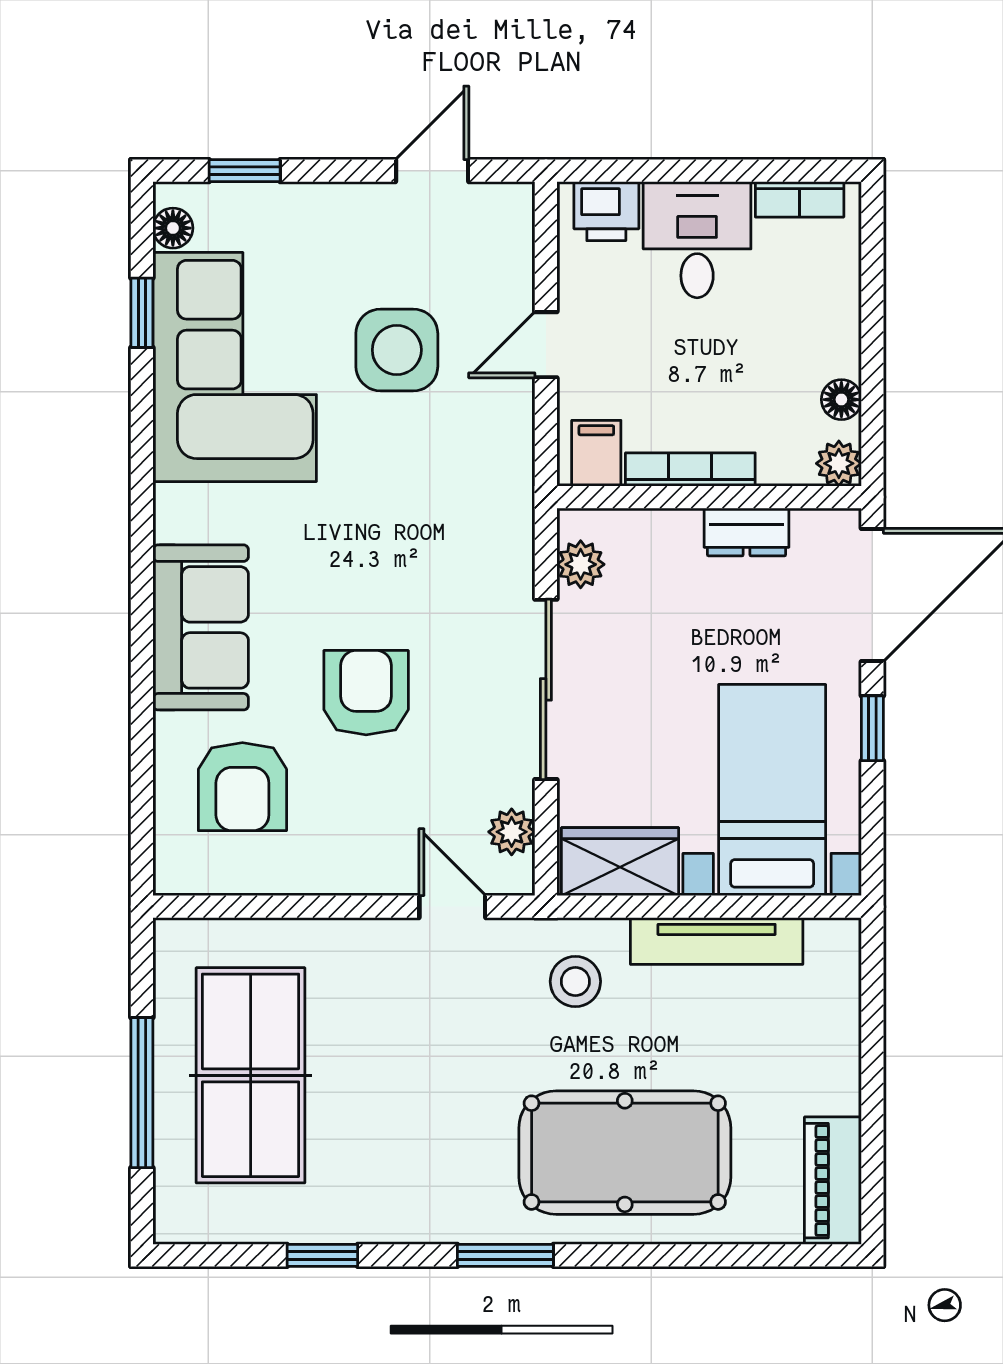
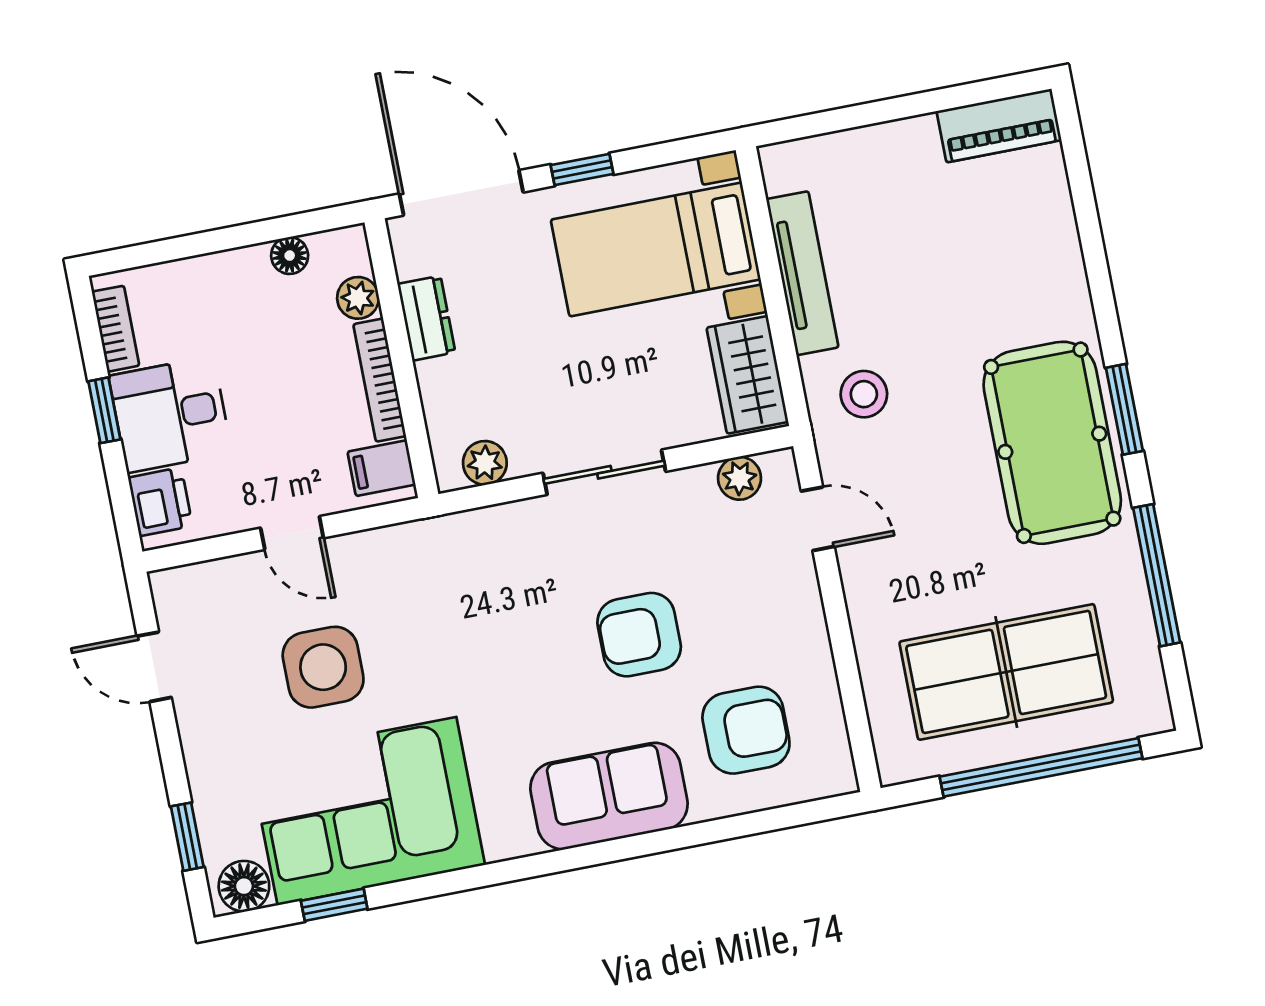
window: (715, 171) -> (104, 410), added
floor lamp: (173, 228) -> (244, 886), width x1.37, depth x1.37
plant: (839, 463) -> (358, 298), moved
sliding door: (546, 689) -> (604, 472), width x0.73
door: (452, 907) -> (818, 519), swing flipped
window: (142, 1093) -> (1041, 767), width x1.46
pool table: (625, 1153) -> (1052, 443), moved
window: (322, 1255) -> (1157, 575), width x2.17

